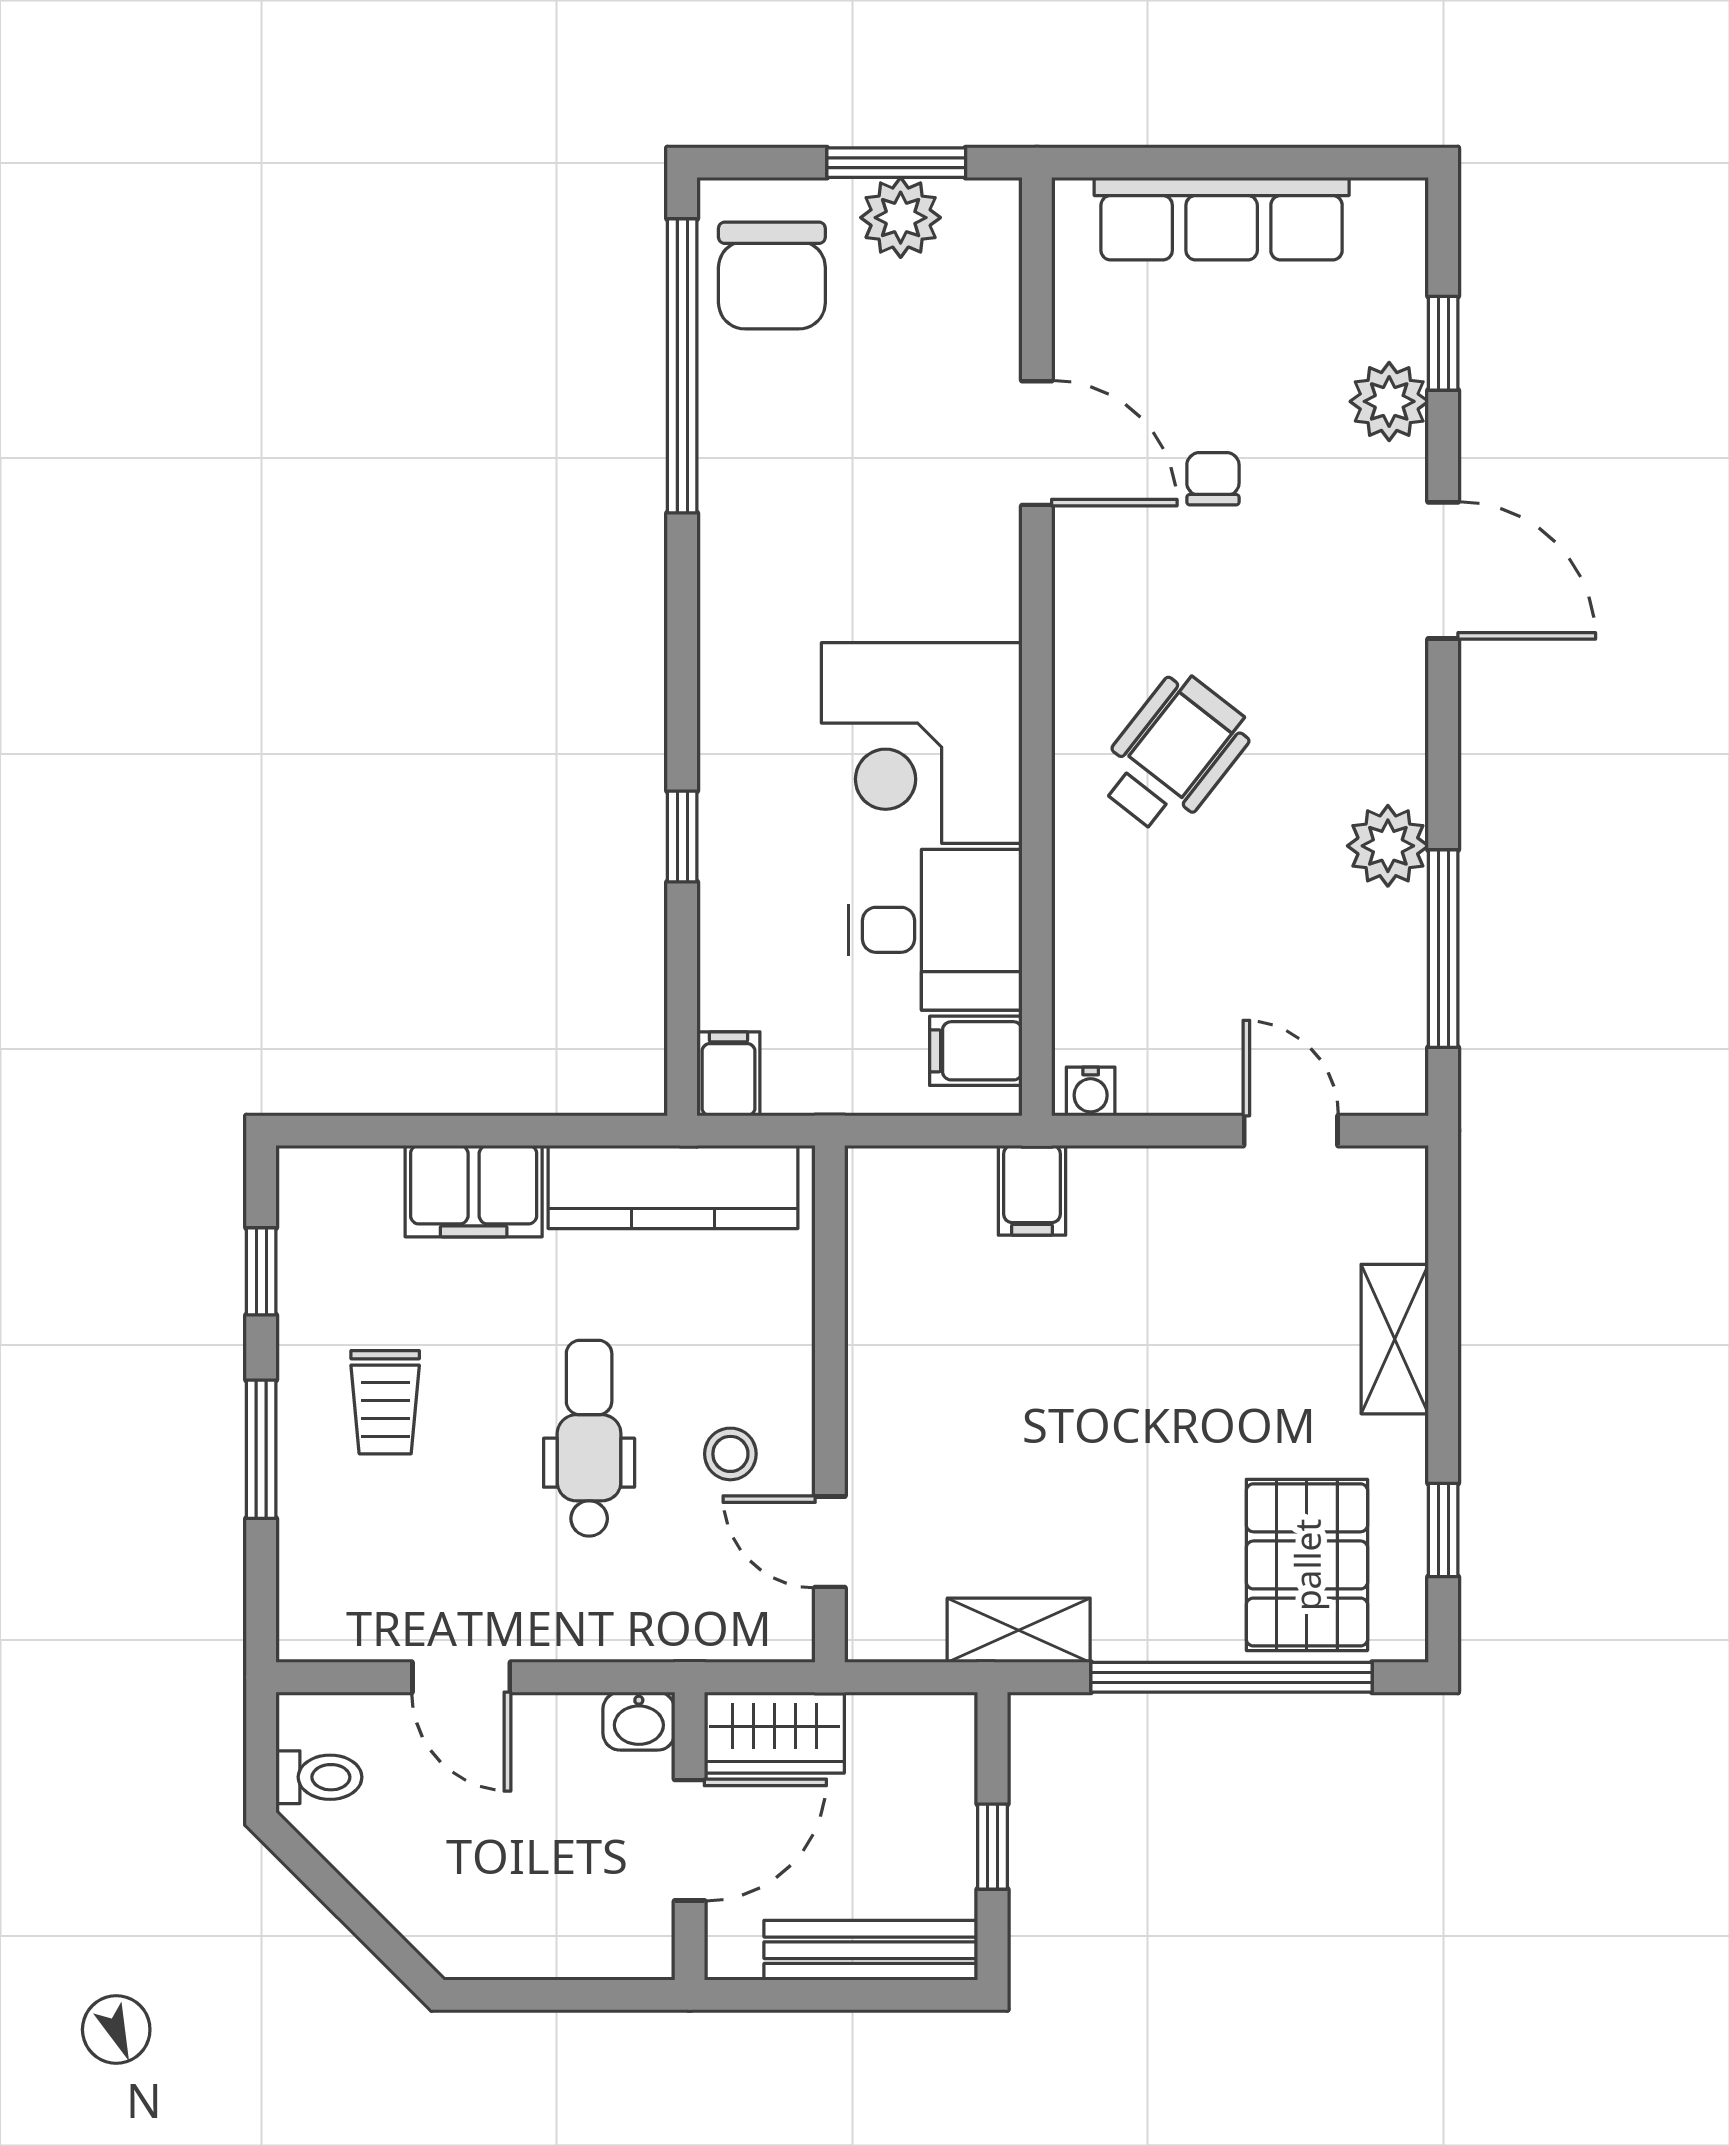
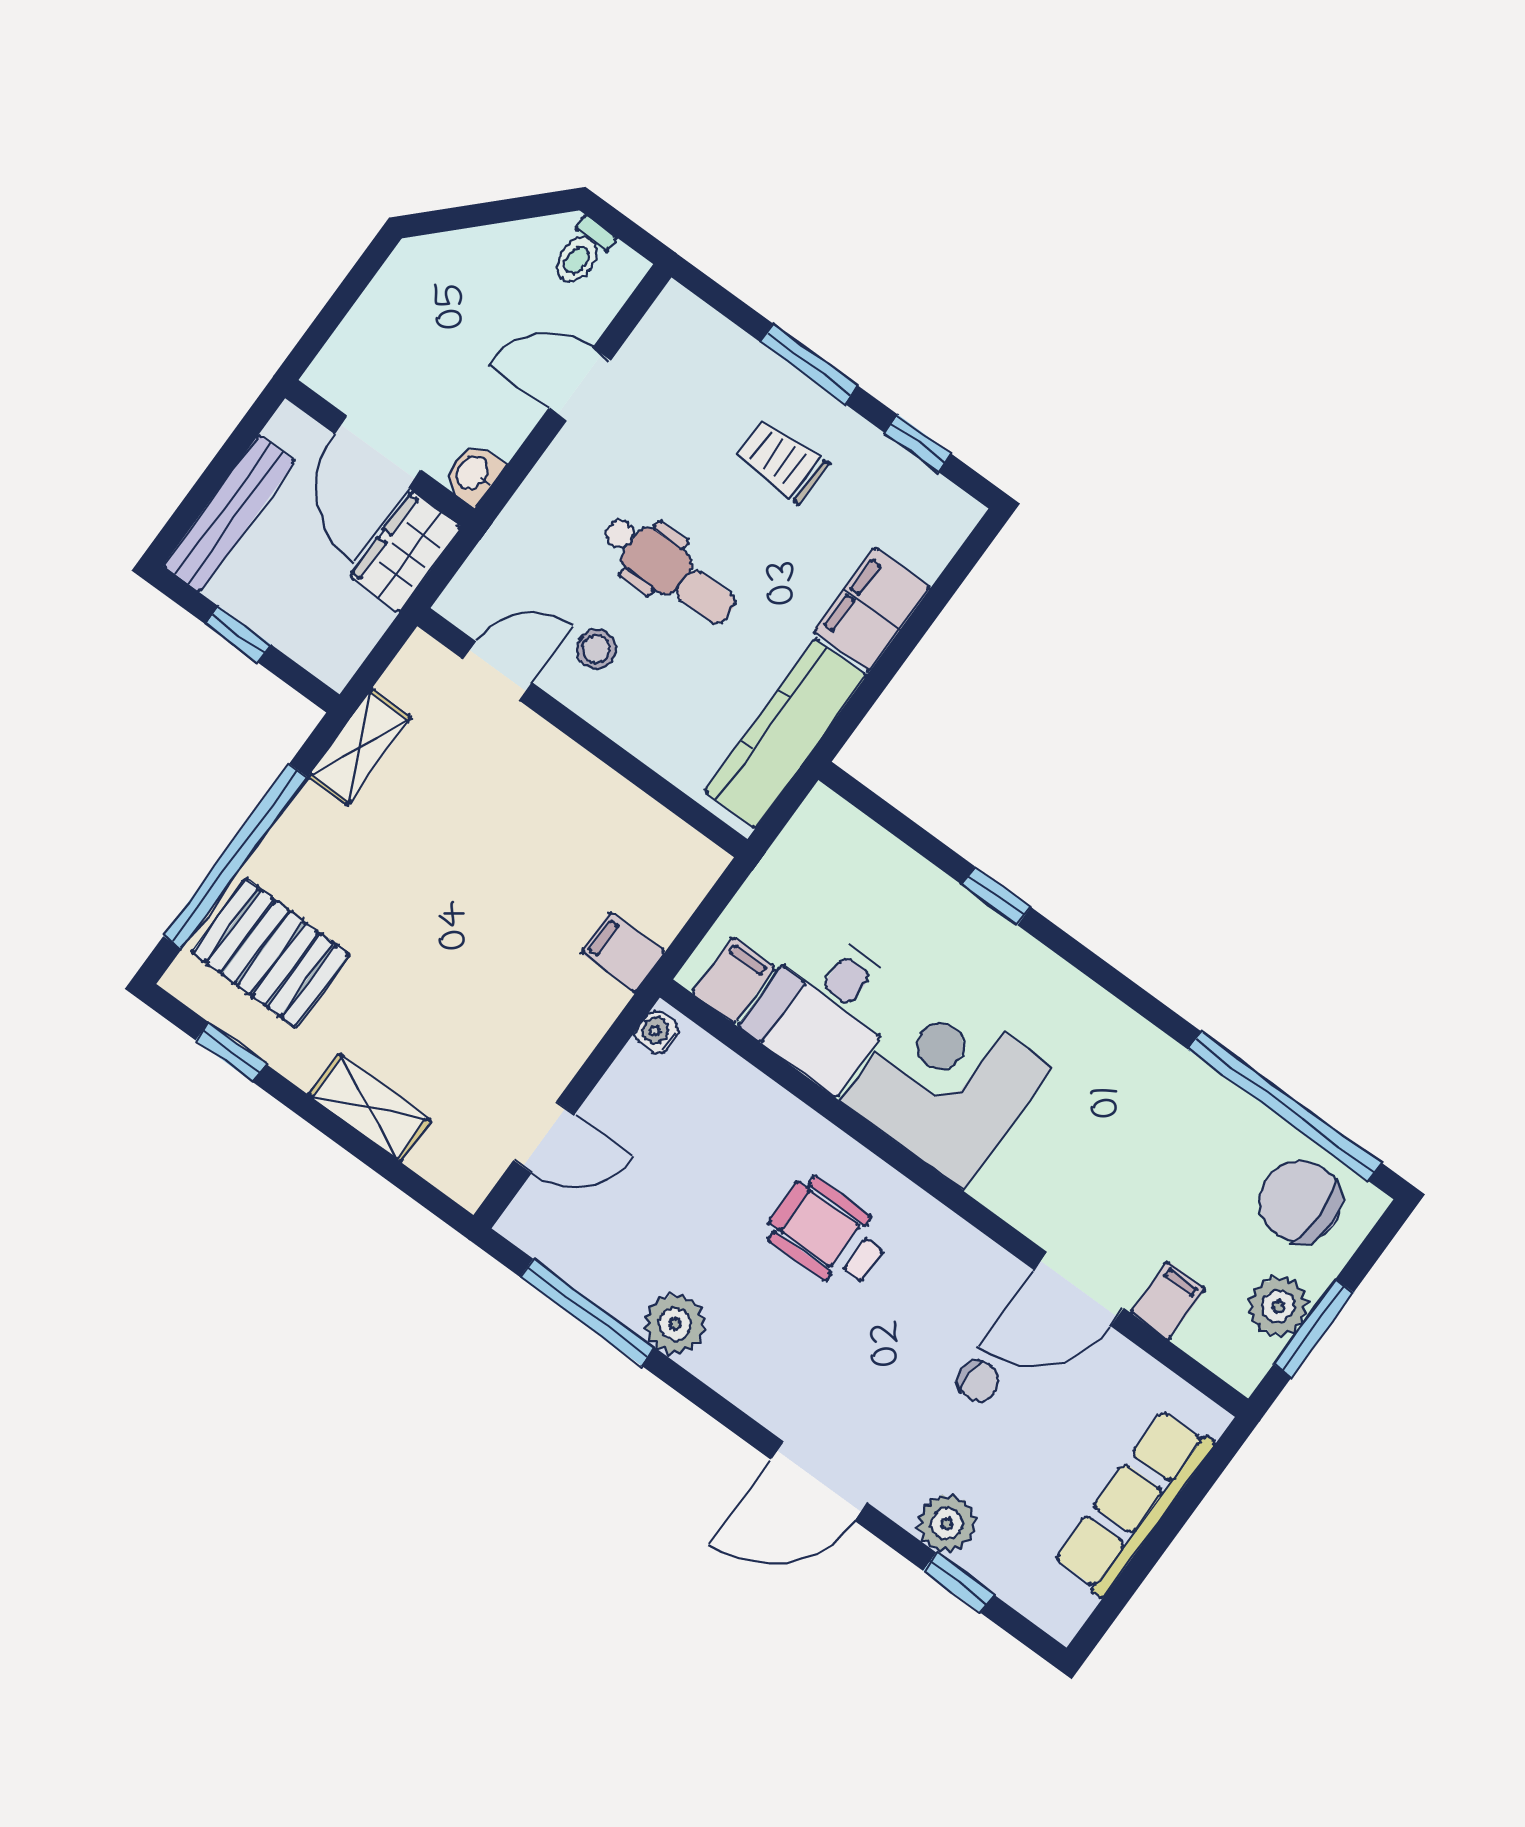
wheelchair: (1173, 754) -> (827, 1234), turned 142
filing cabinet: (728, 1074) -> (1168, 1301), moved, turned -90

